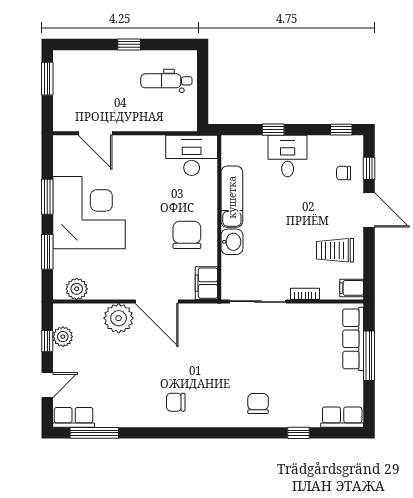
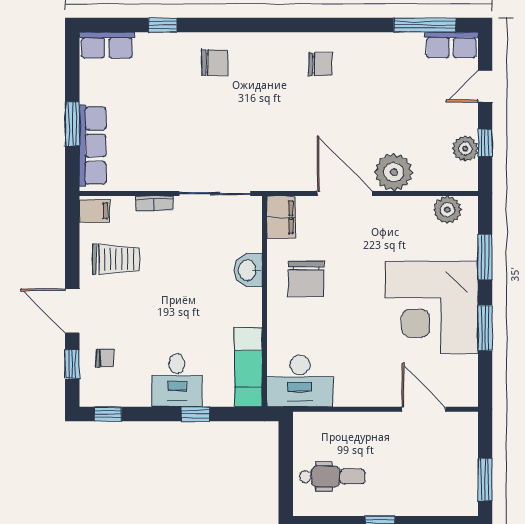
exam couch: (232, 197) -> (248, 367), moved
window: (369, 356) -> (72, 124), width x0.69
chair: (258, 404) -> (215, 63), turned -90

